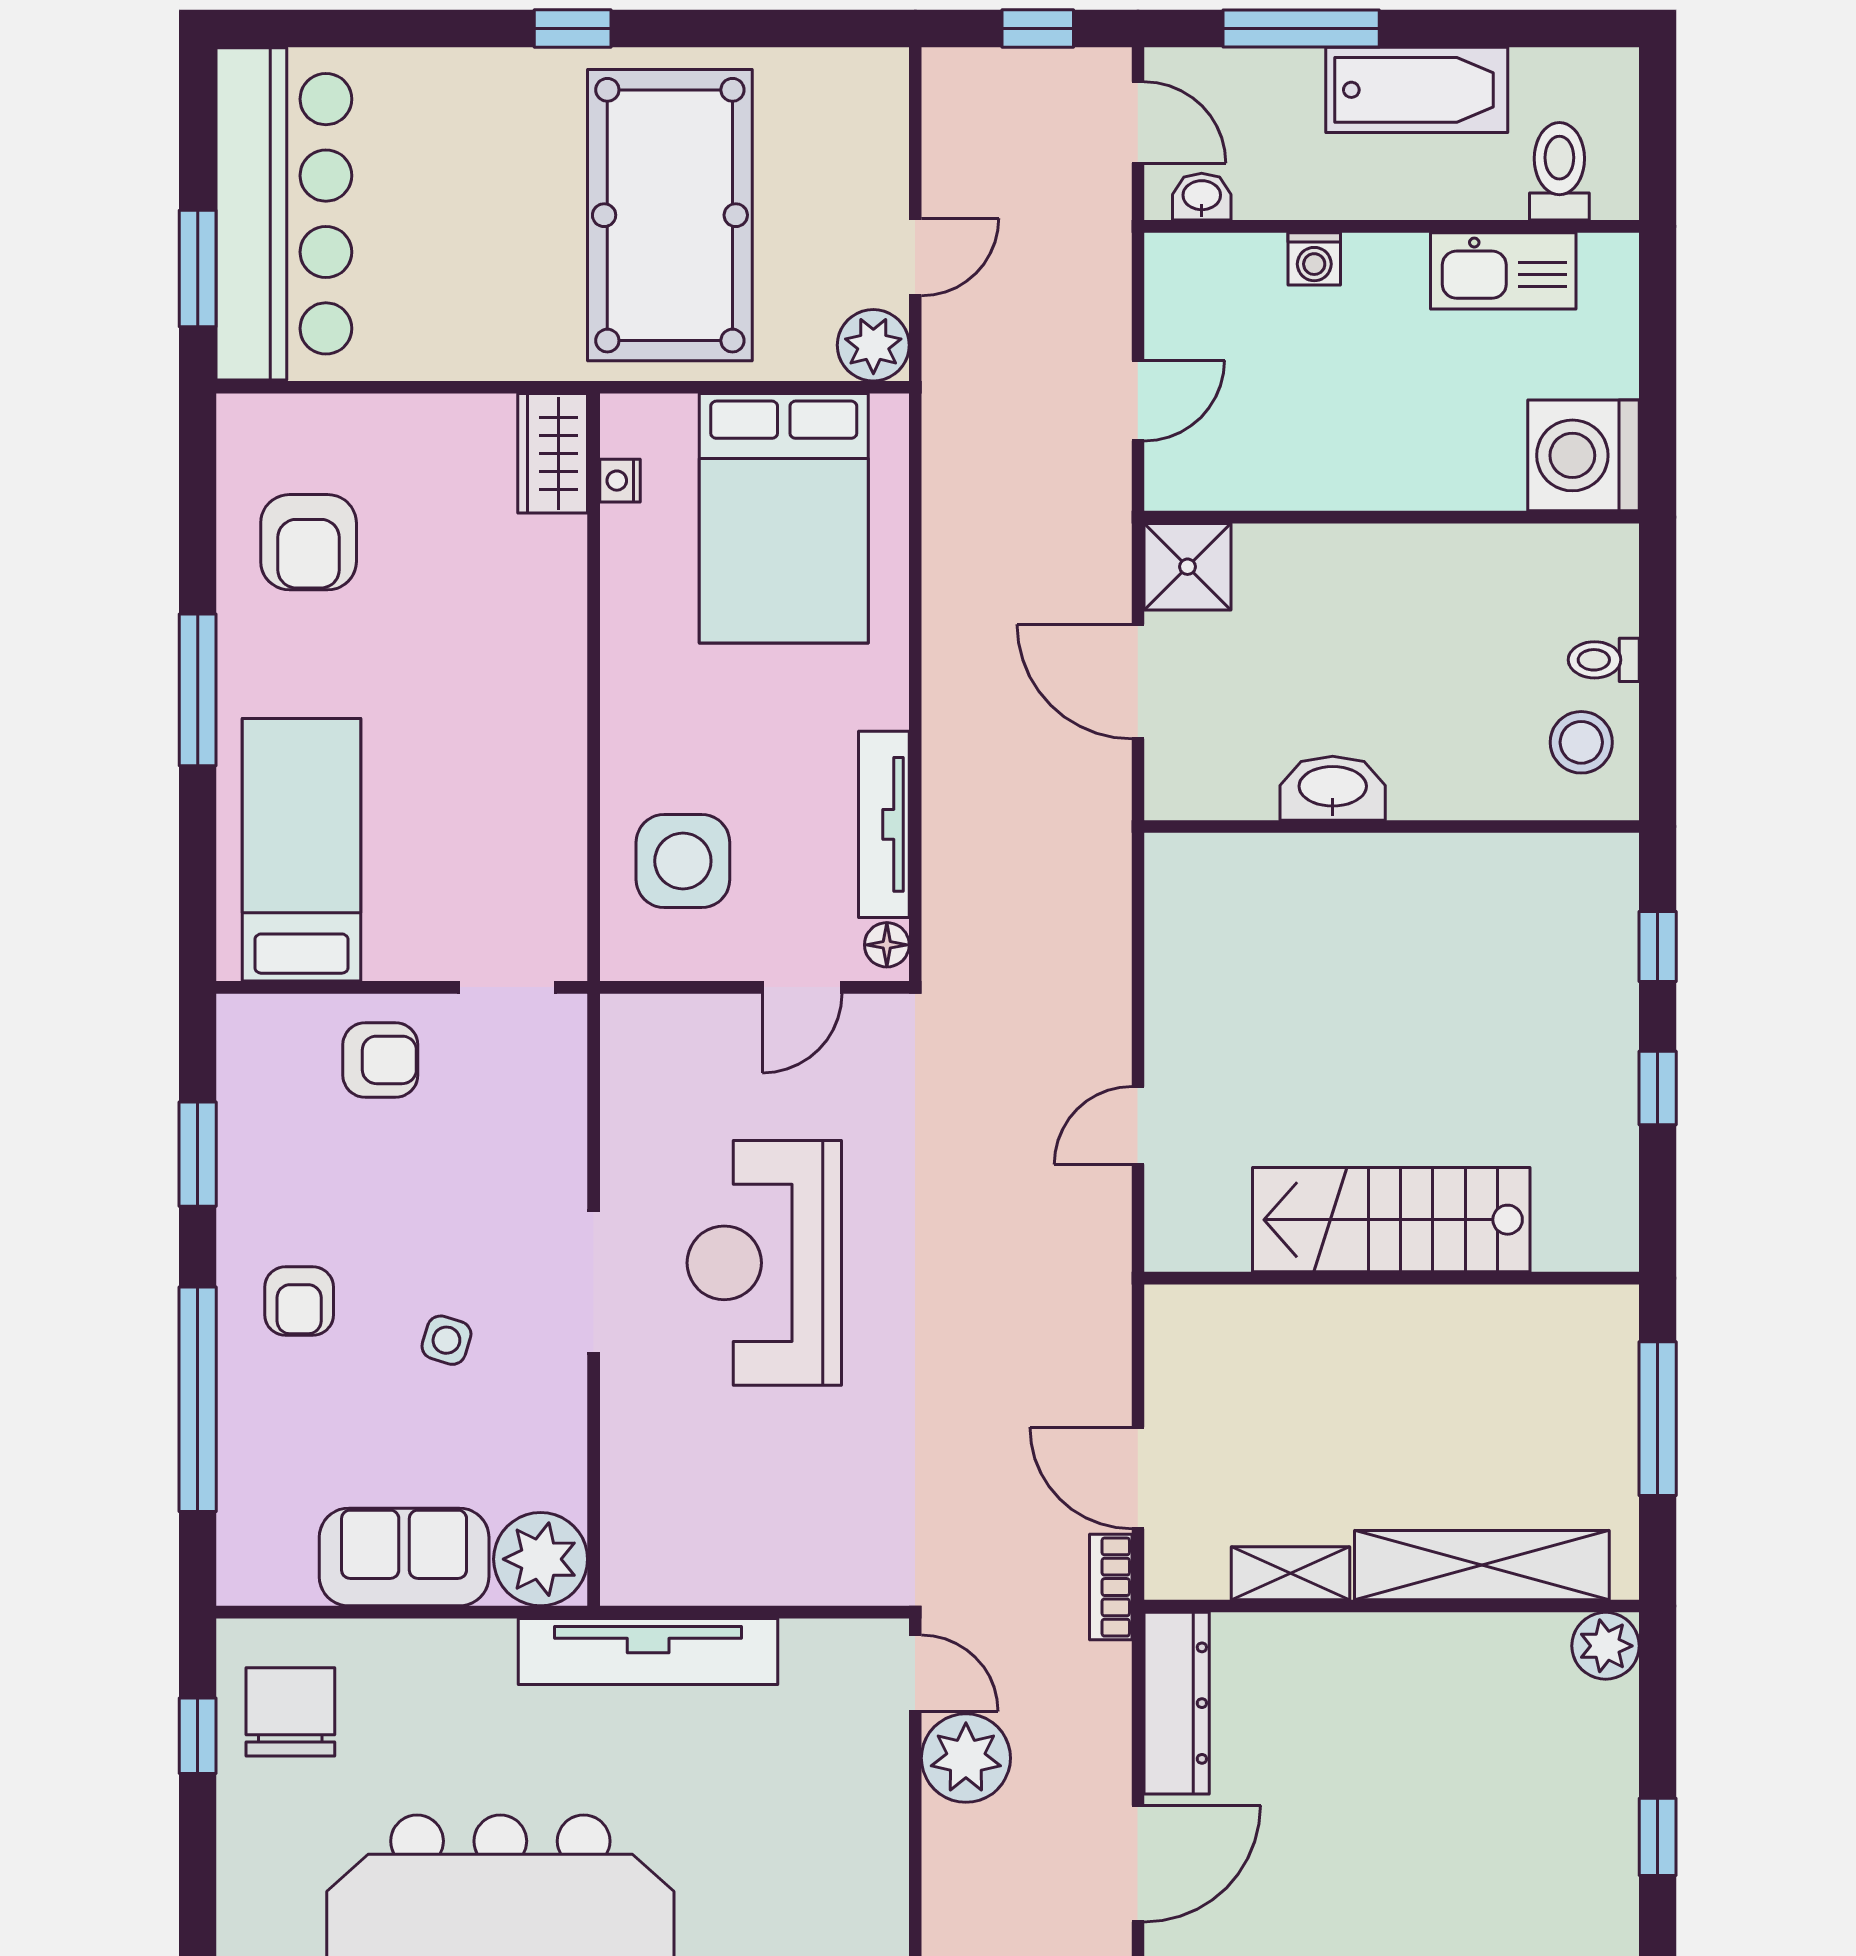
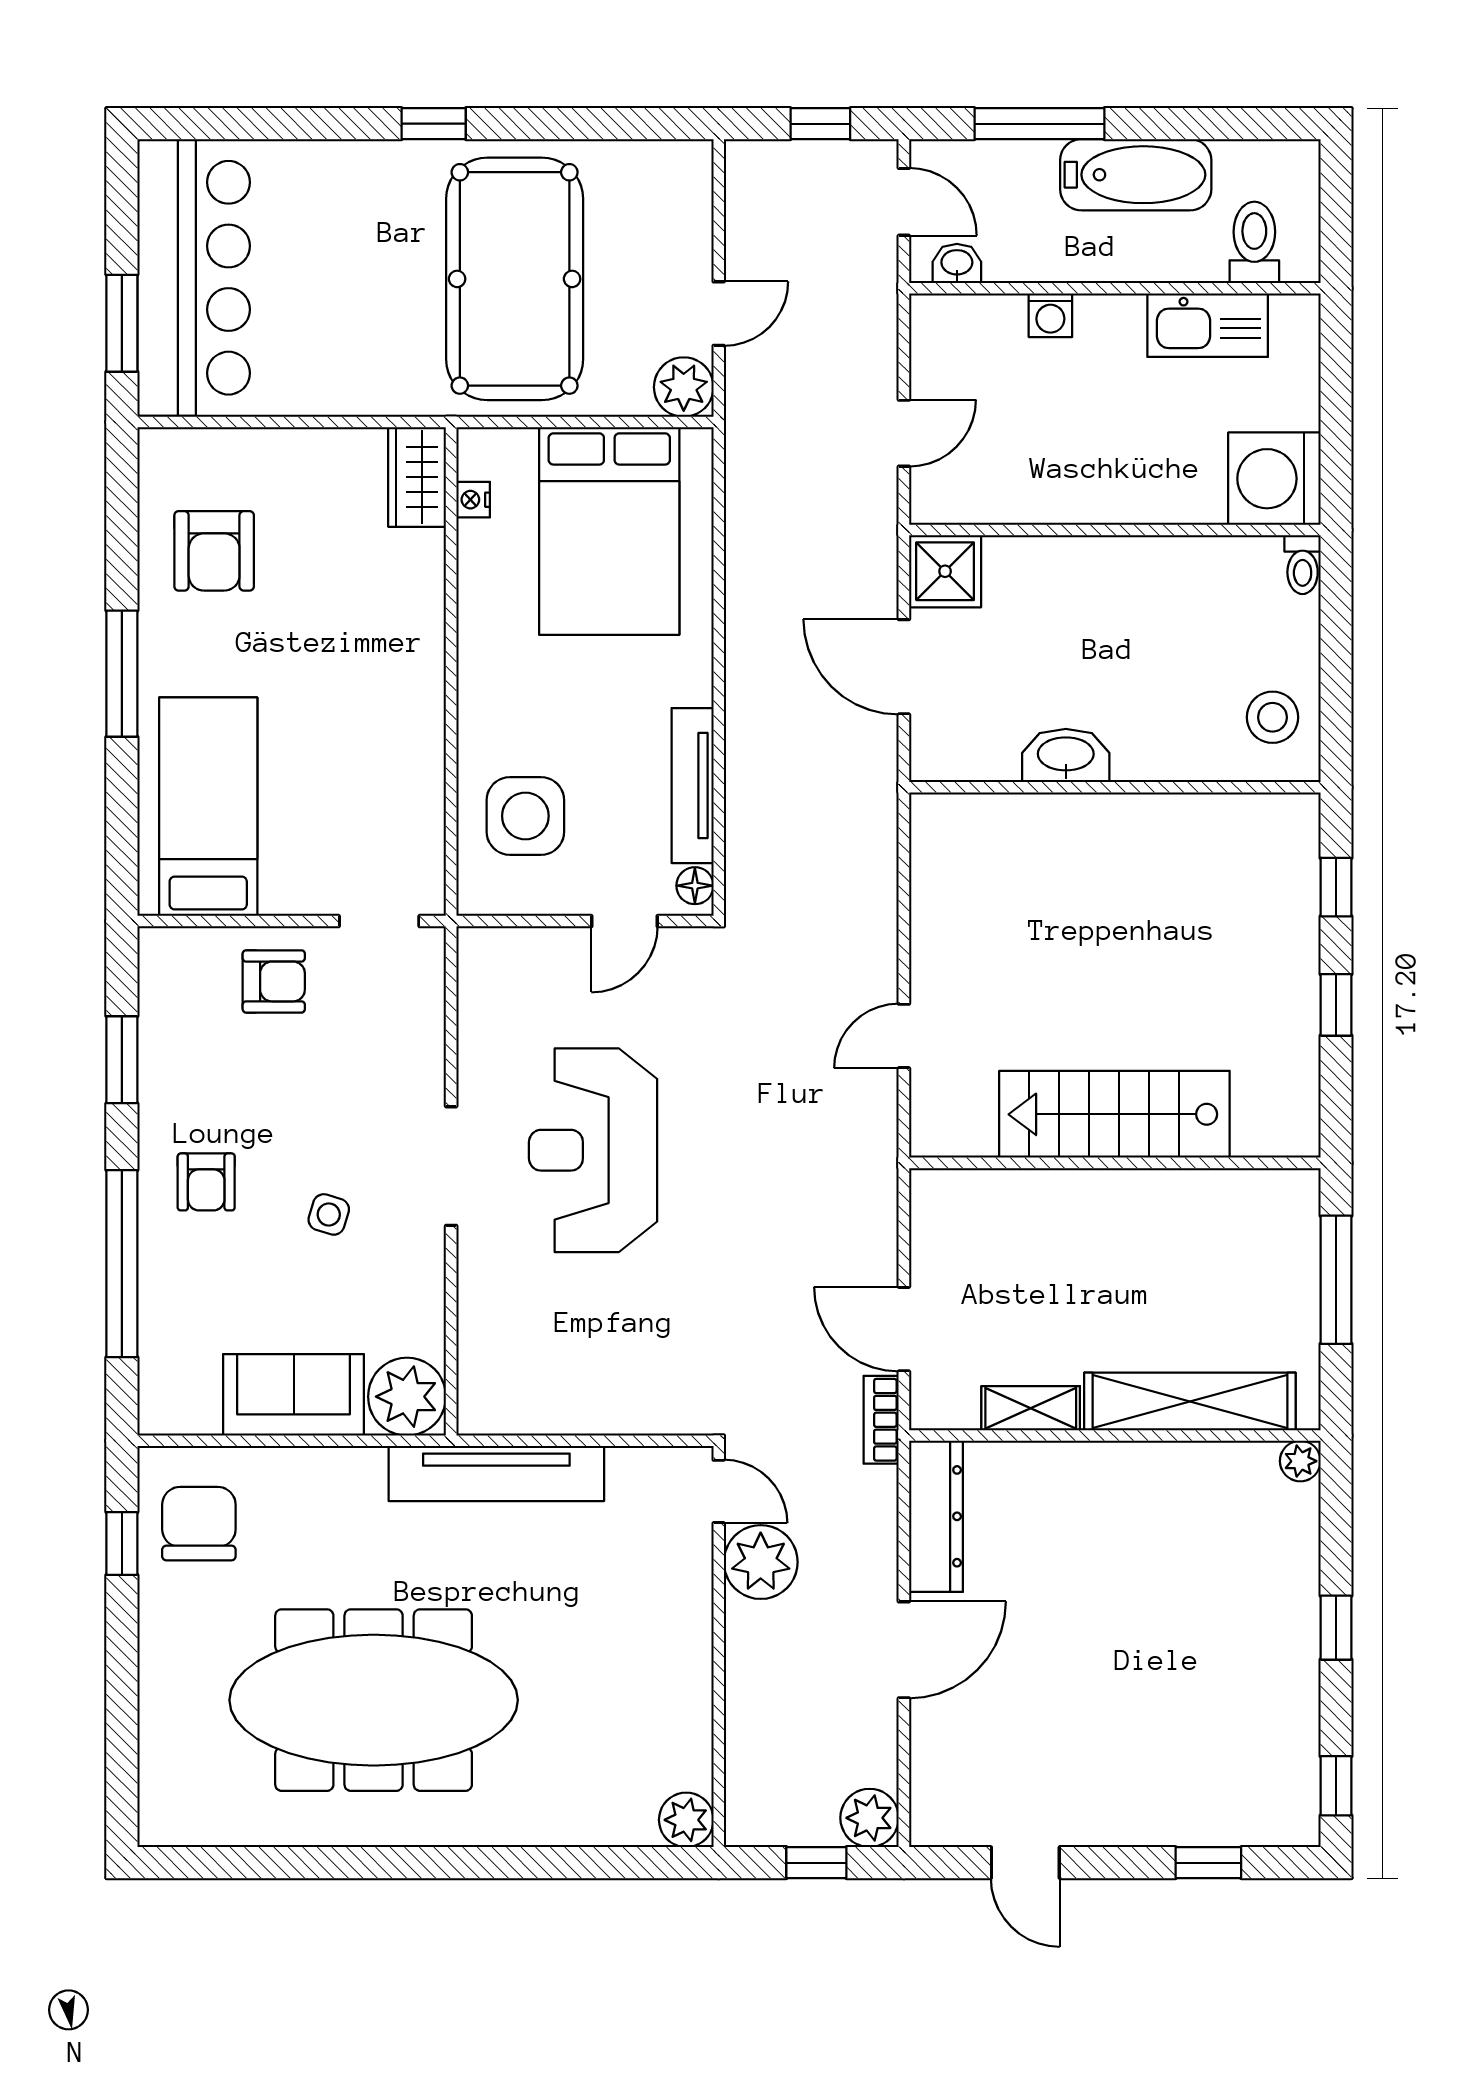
toilet: (1604, 660) -> (1303, 565), moved, turned -90
plant: (1606, 1646) -> (1300, 1461), width x0.73, depth x0.73

